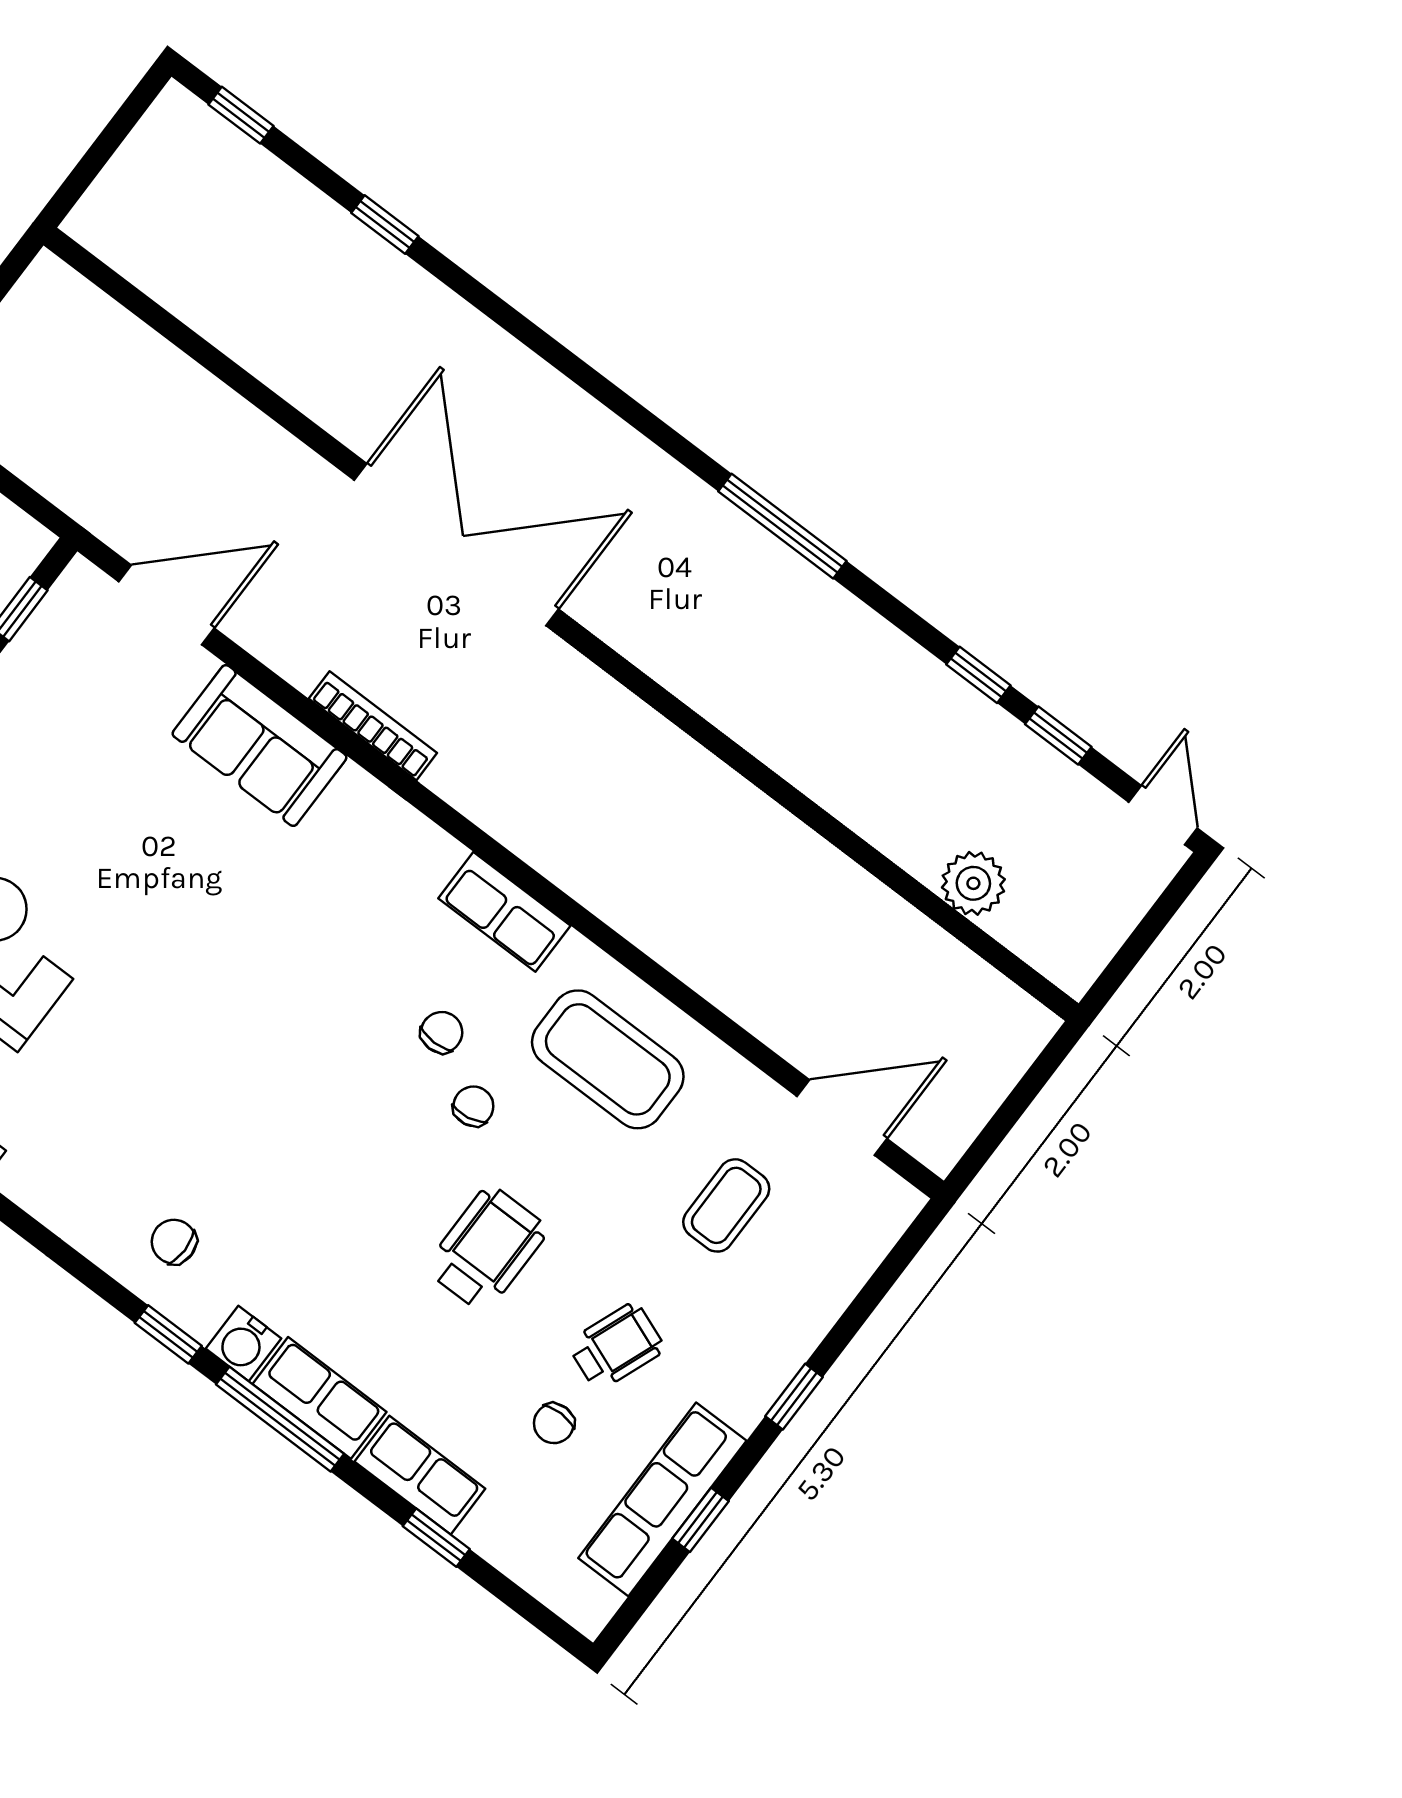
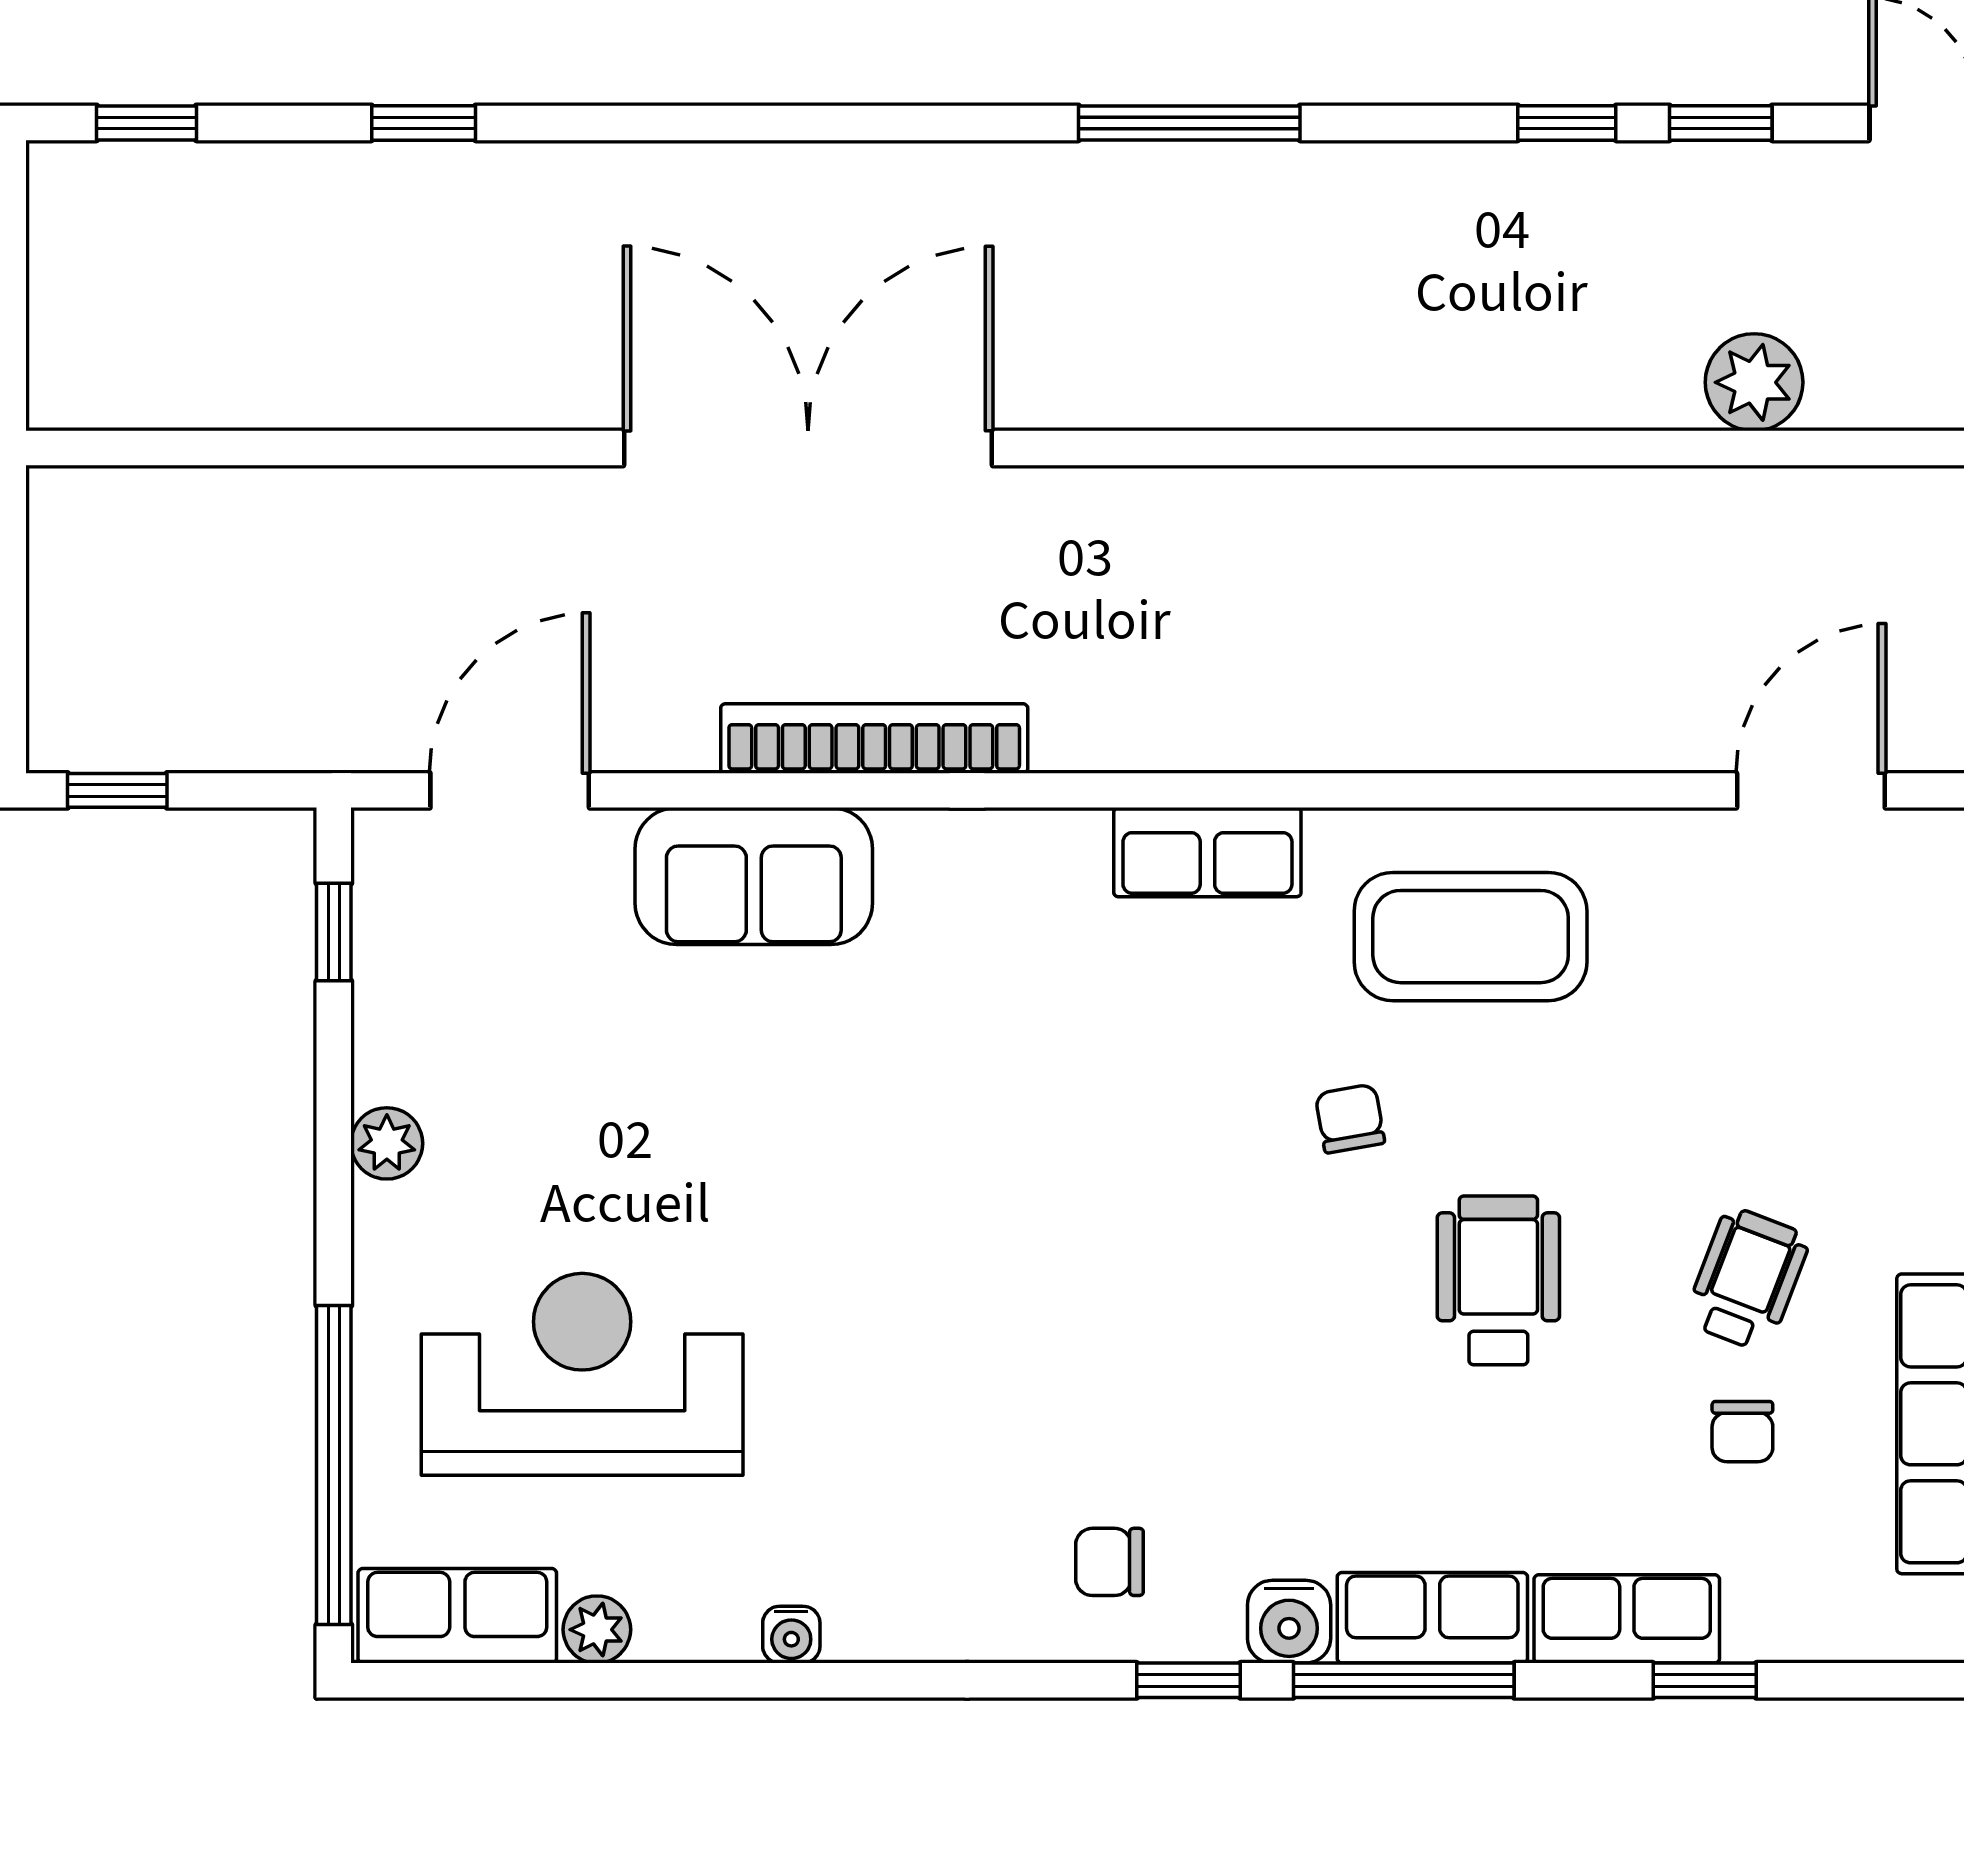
bookcase: (373, 726) -> (874, 738), width x1.48, depth x1.31
chair: (442, 1032) -> (1242, 1058), removed
coffee table: (726, 1205) -> (1751, 1005), removed

